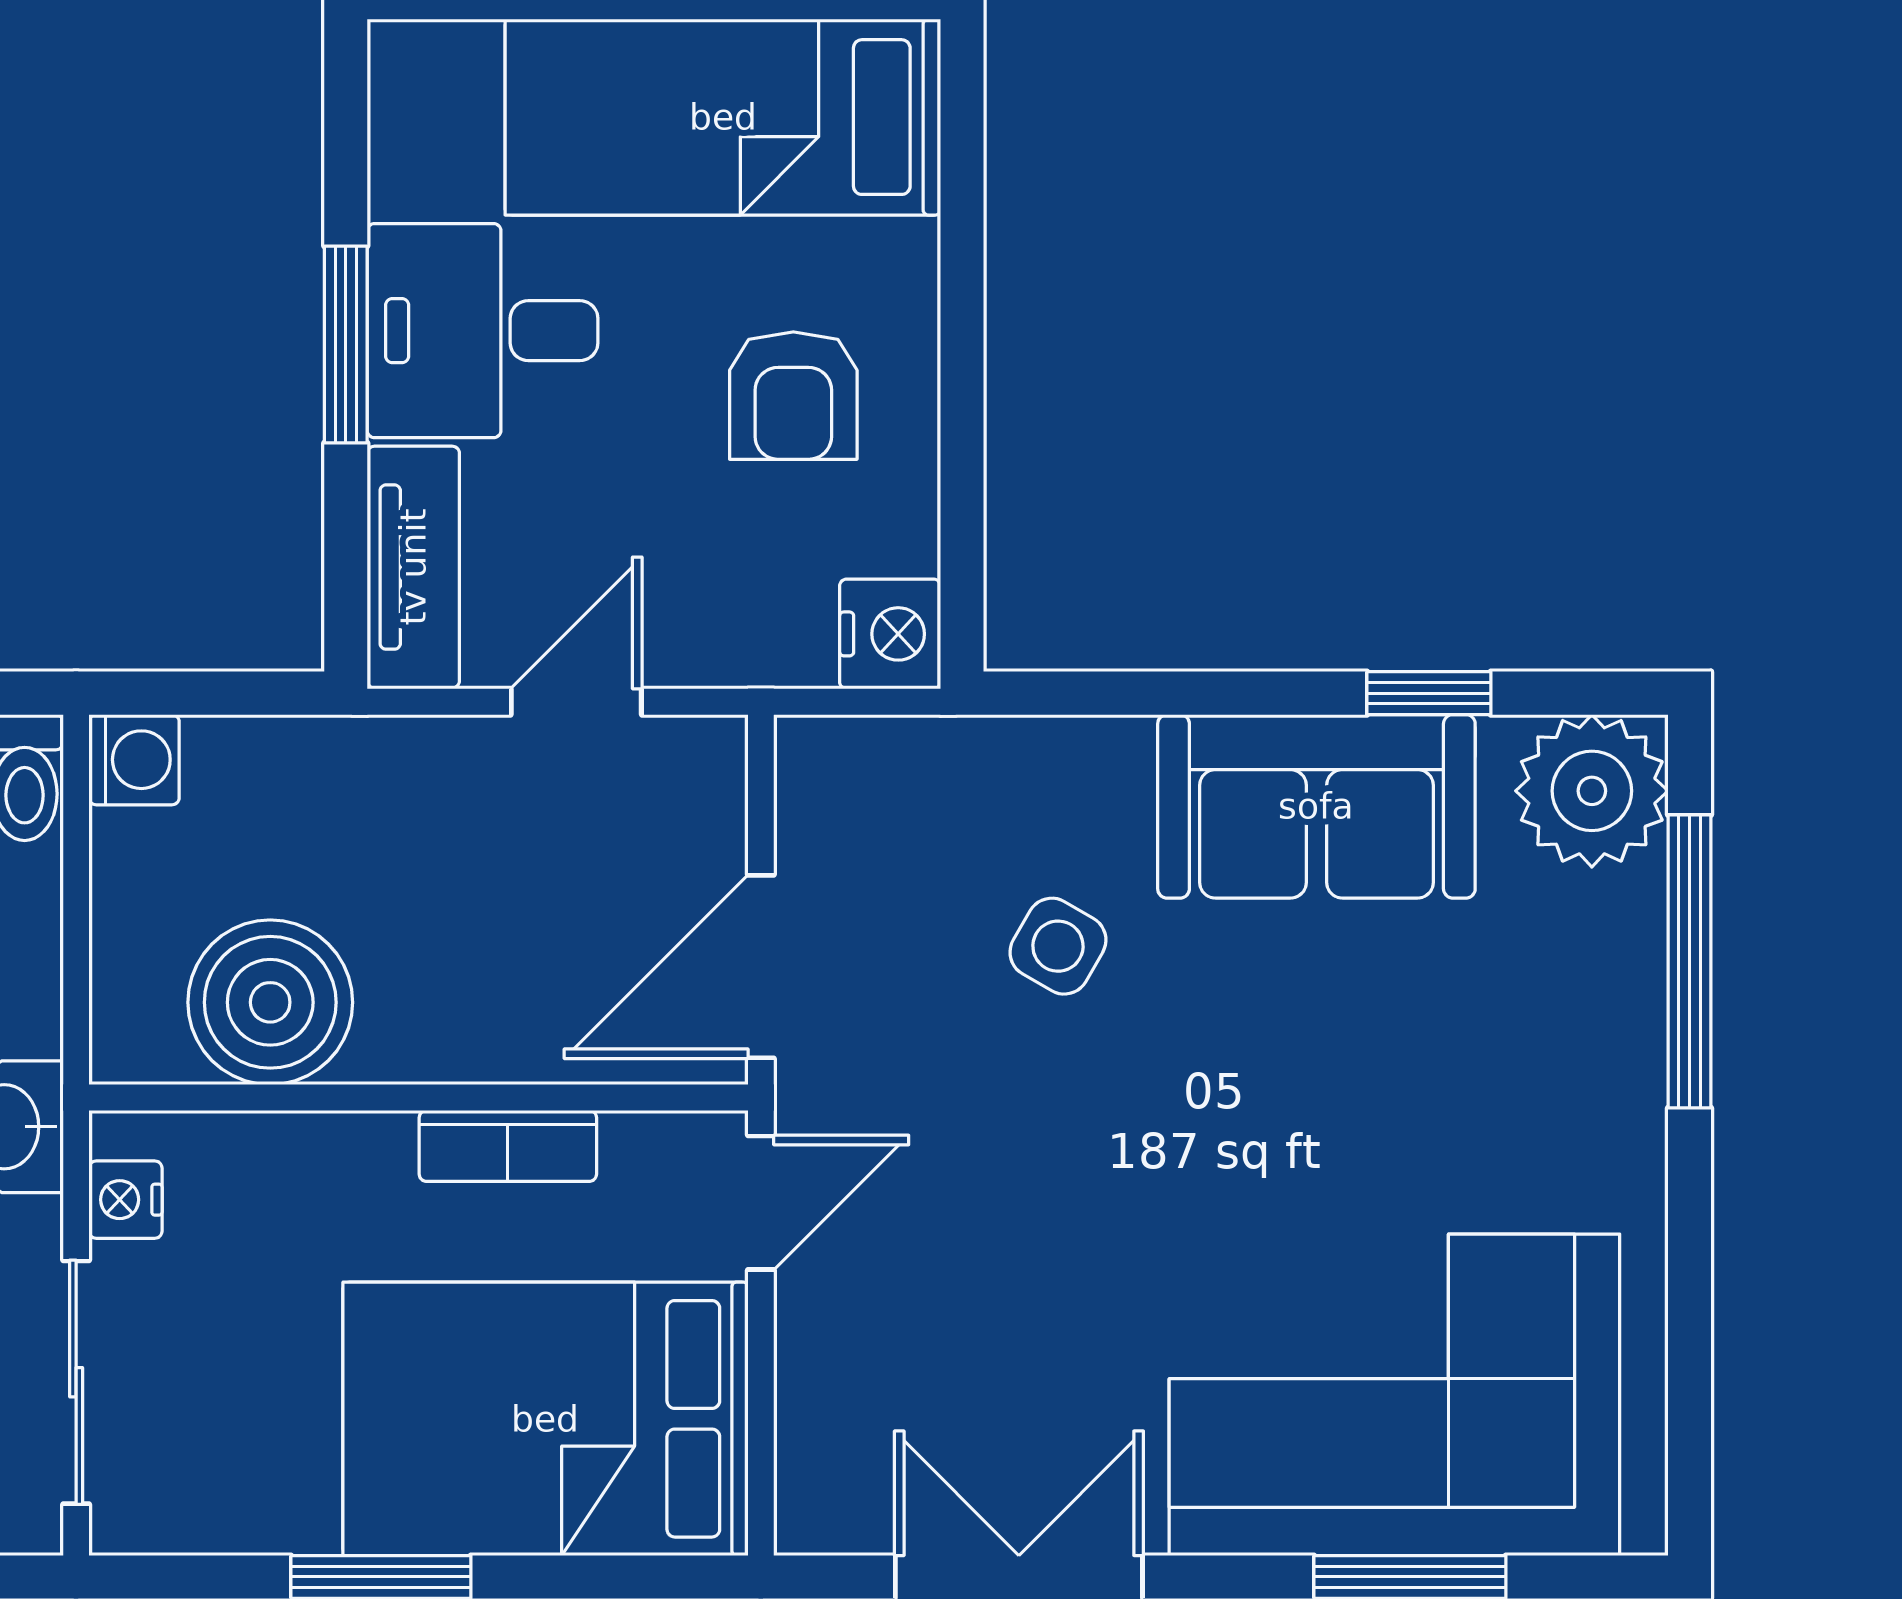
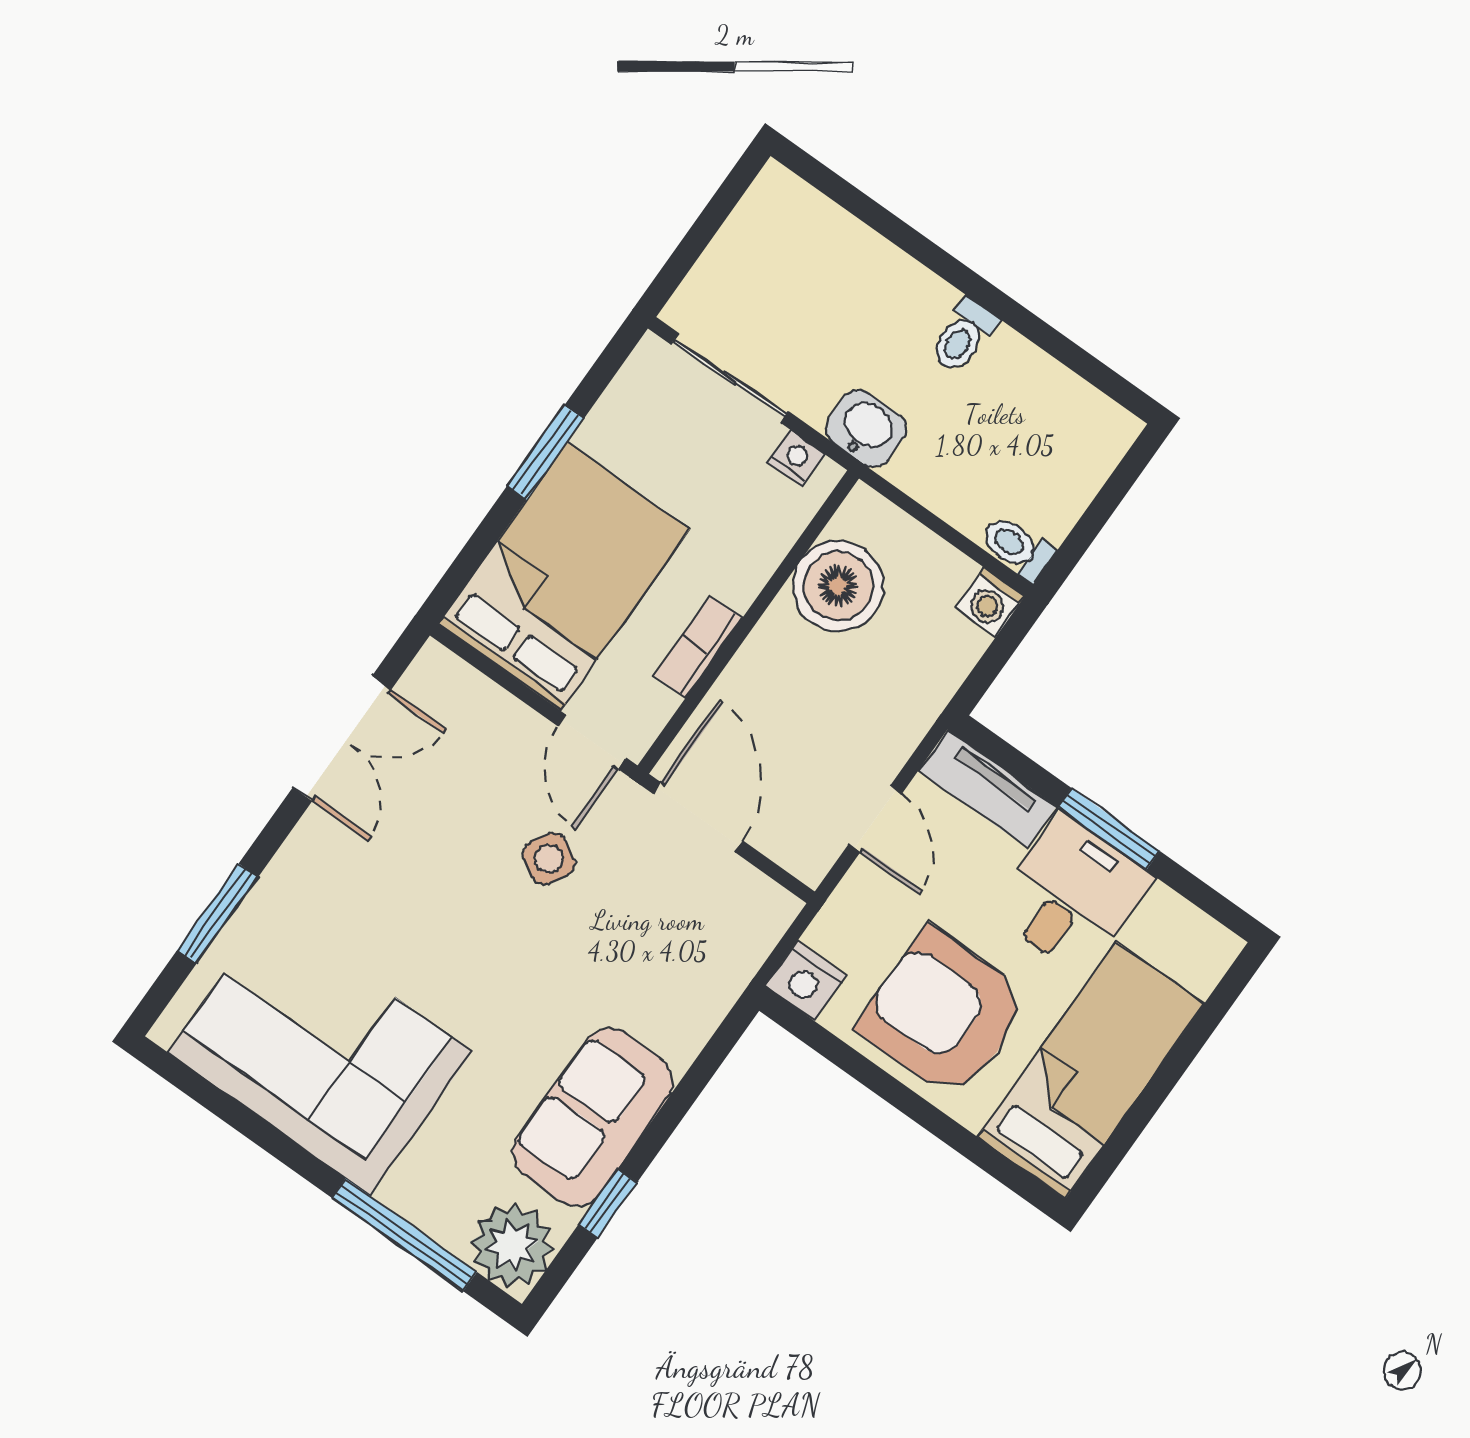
armchair: (793, 396) -> (943, 1014), width x1.88, depth x1.88
side table: (1058, 946) -> (549, 859), moved
corner sofa: (1394, 1395) -> (320, 1052), moved, turned -90

